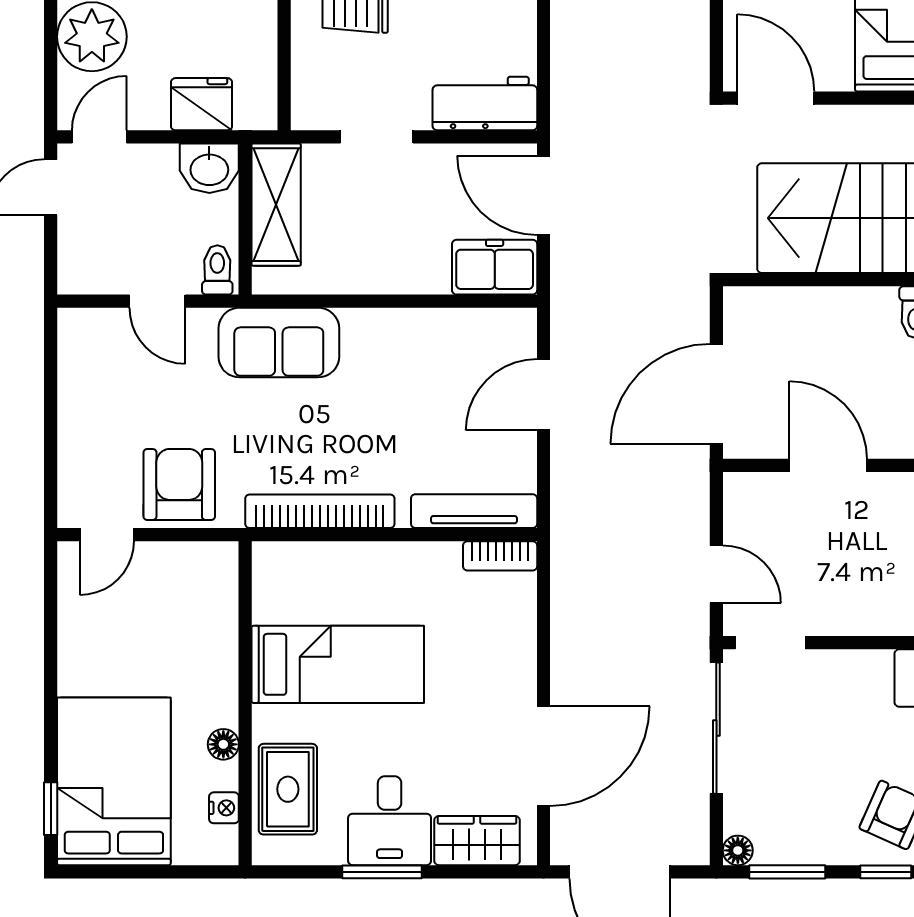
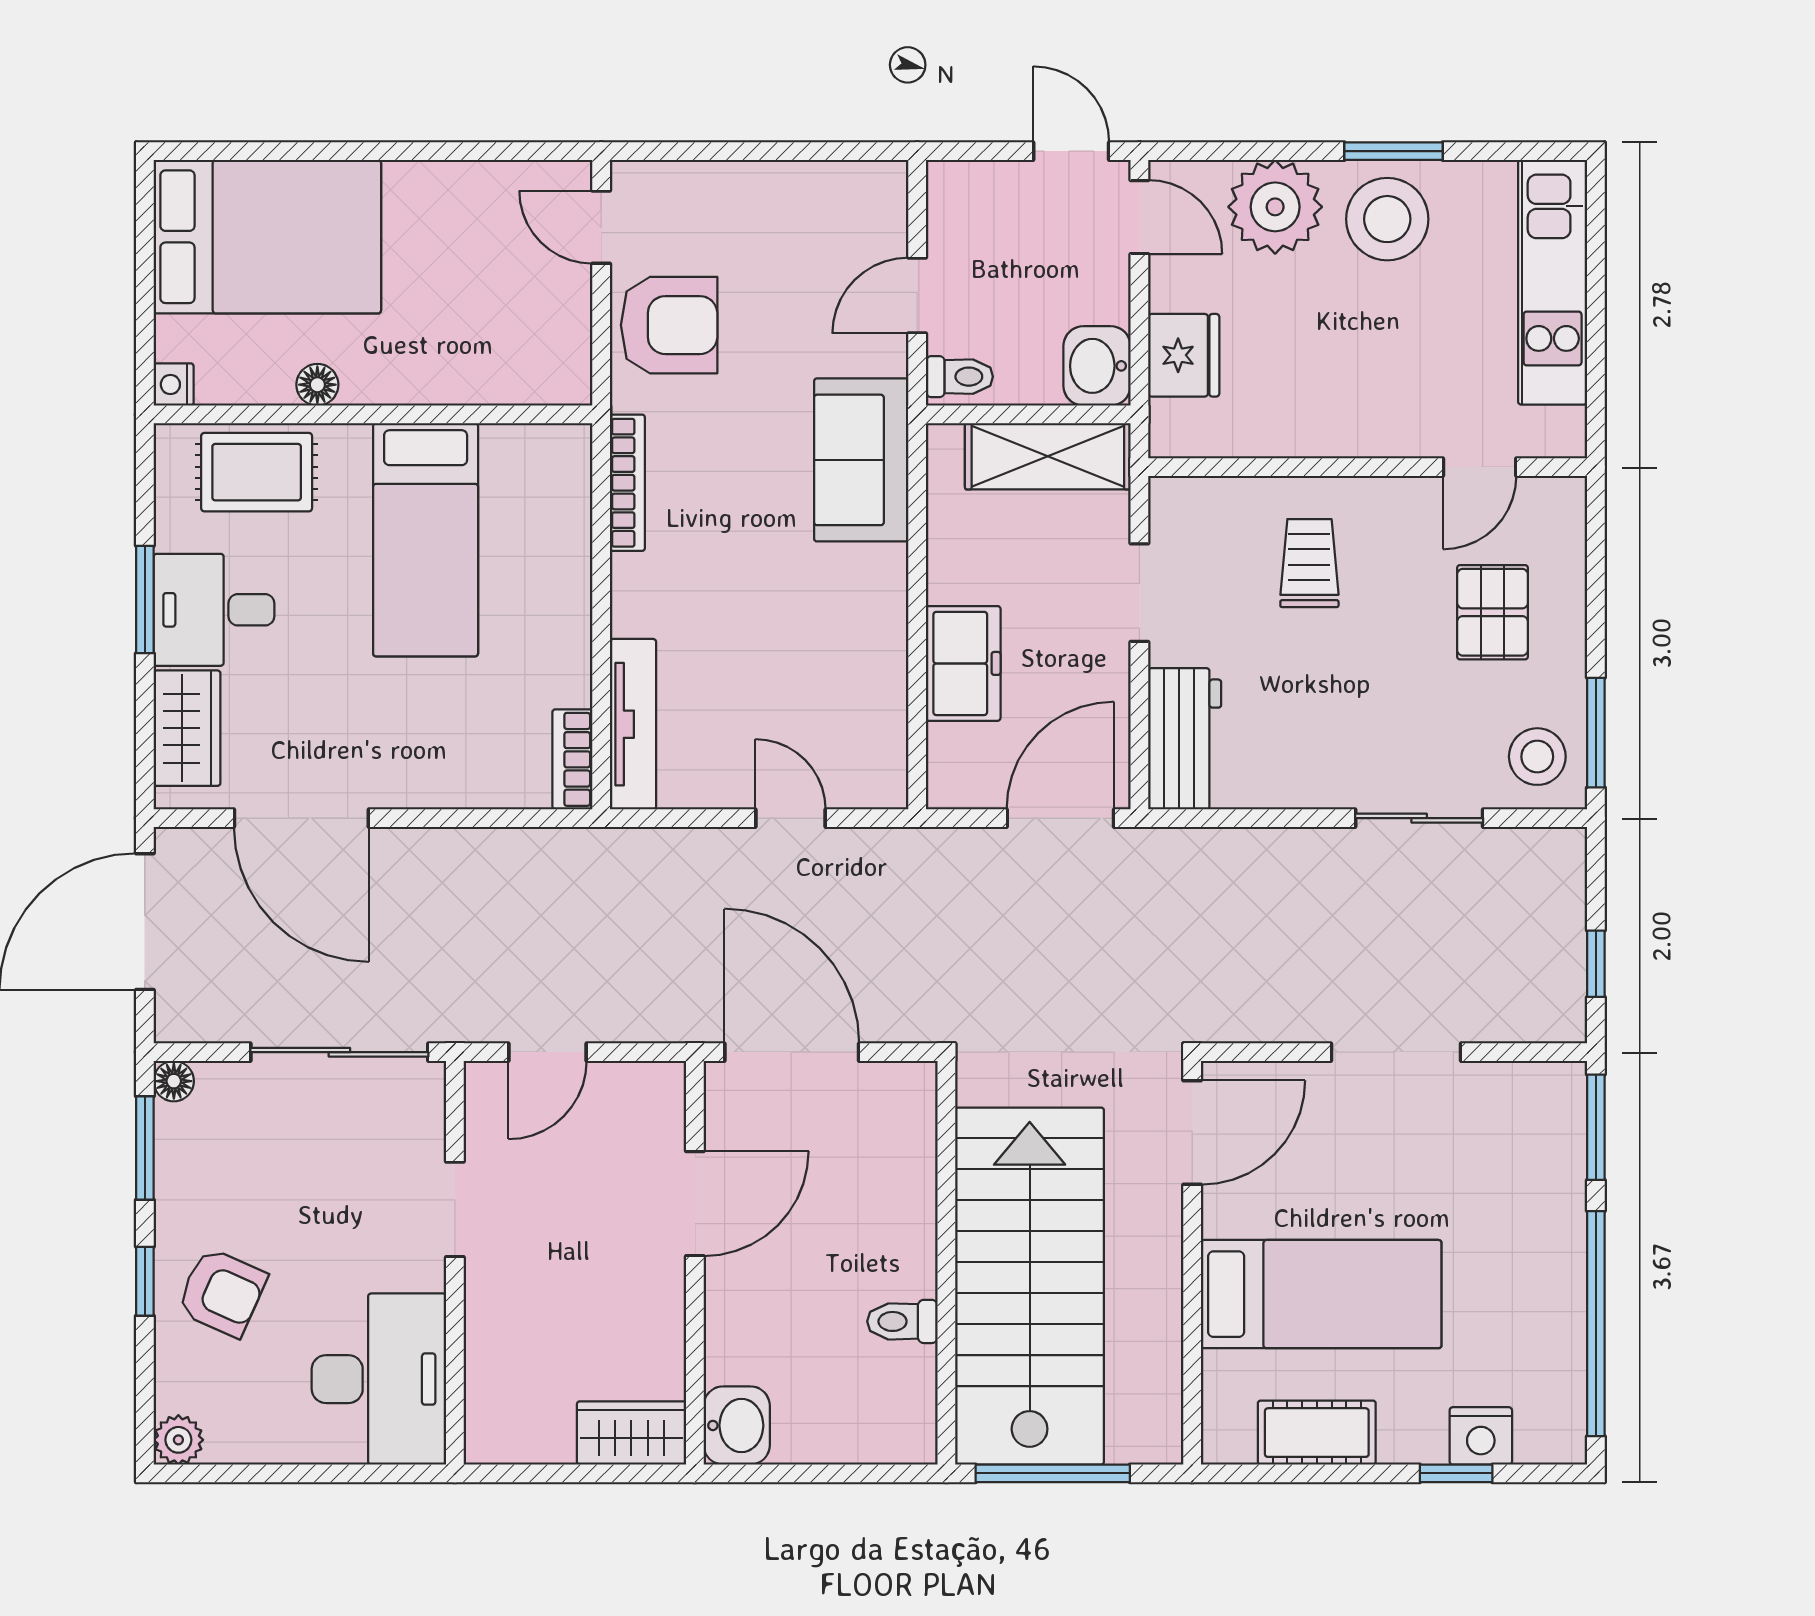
freezer: (495, 267) -> (963, 663), moved
door: (543, 395) -> (790, 818), width x0.73
bookcase: (320, 511) -> (627, 483), width x0.68, depth x0.76
doorway: (770, 643) -> (455, 1209), moved
nightstand: (224, 808) -> (174, 384), moved, turned 90
window: (51, 809) -> (230, 151), removed

